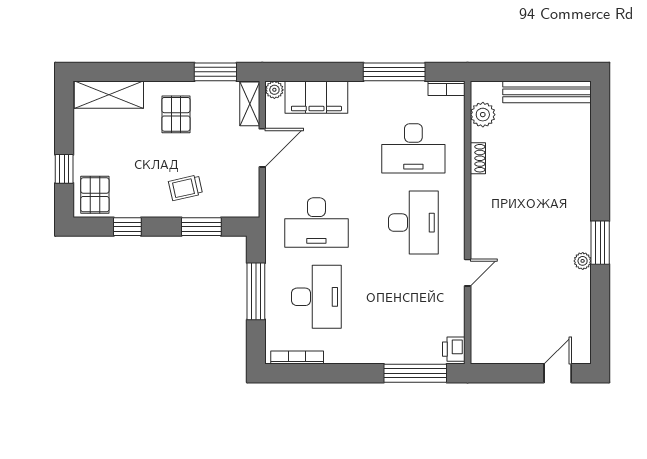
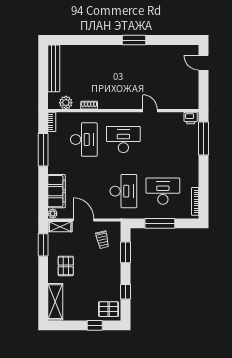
pallet: (176, 114) -> (66, 266), turned 90
trolley: (186, 188) -> (102, 240), moved
plant: (583, 261) -> (144, 49), removed

